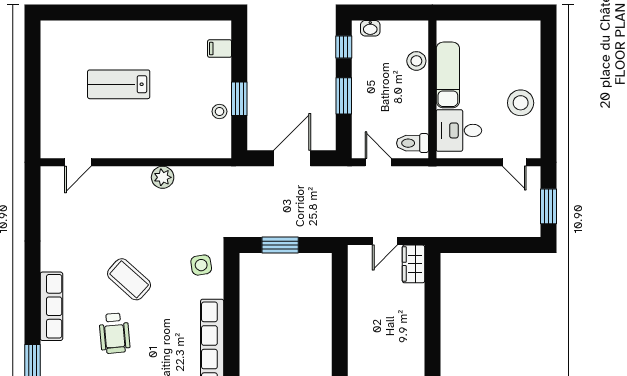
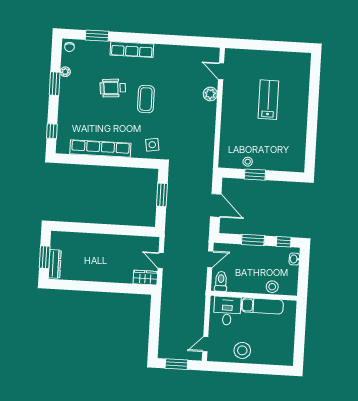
filing cabinet: (220, 49) -> (287, 164), removed
plant: (163, 177) -> (210, 94), moved
coffee table: (129, 279) -> (146, 99), turned -42

